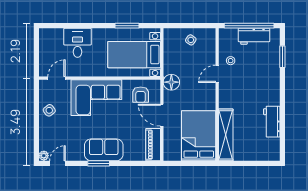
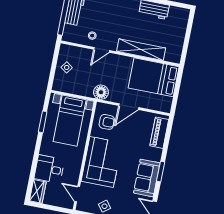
wardrobe: (51, 35) -> (38, 191), added
door: (217, 74) -> (102, 50), hinge flipped
shelving: (226, 135) -> (141, 50), moved
piano: (153, 145) -> (159, 133), moved, turned 90
sofa: (104, 150) -> (147, 178), moved

